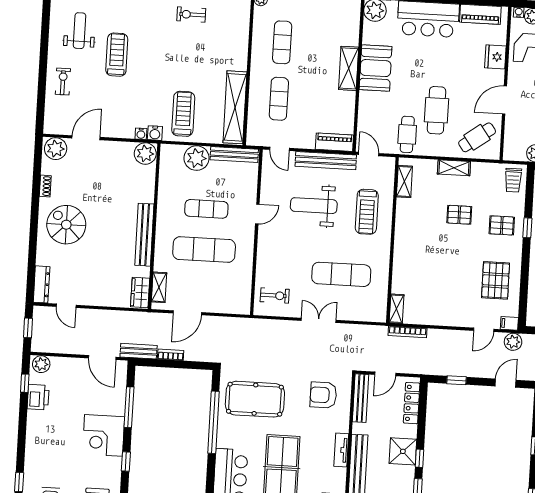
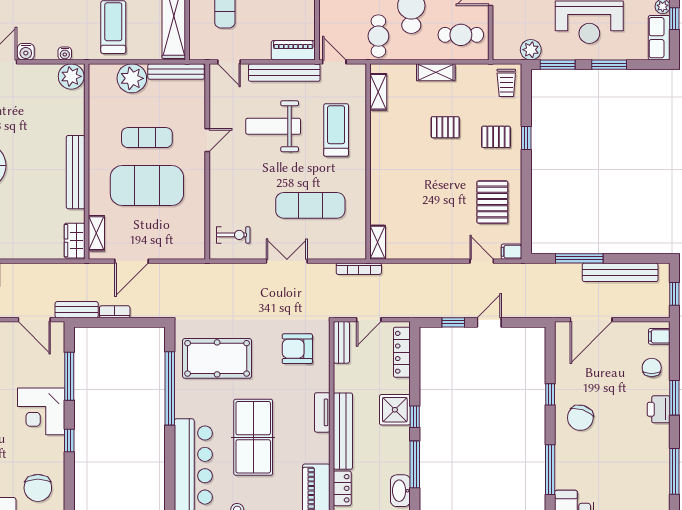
water cooler: (155, 133) -> (26, 52), moved
cafe table: (477, 137) -> (461, 35), turned 36
treadmill: (367, 212) -> (336, 130), turned 180
exercise mat: (204, 249) -> (147, 185), width x1.47
door: (484, 330) -> (482, 261), swing flipped
bookcase: (408, 332) -> (359, 269), moved
plant: (513, 342) -> (517, 273), removed
door: (506, 383) -> (489, 322), moved
bench: (361, 398) -> (341, 342), width x0.73

